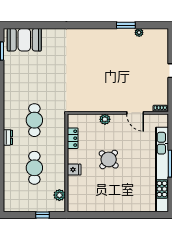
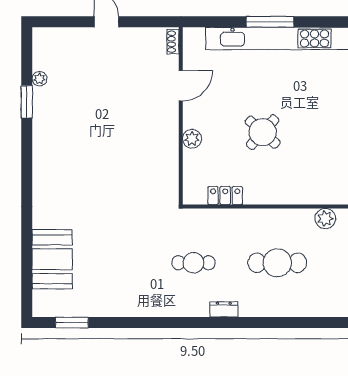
booth: (24, 40) -> (52, 259), moved
cafe table: (34, 120) -> (193, 263), width x0.73, depth x0.74
fridge: (74, 170) -> (280, 193), removed

